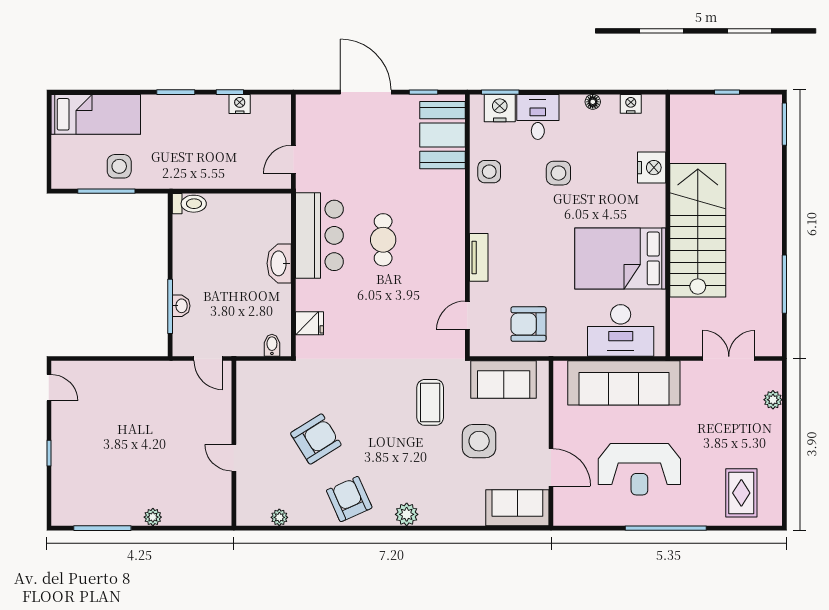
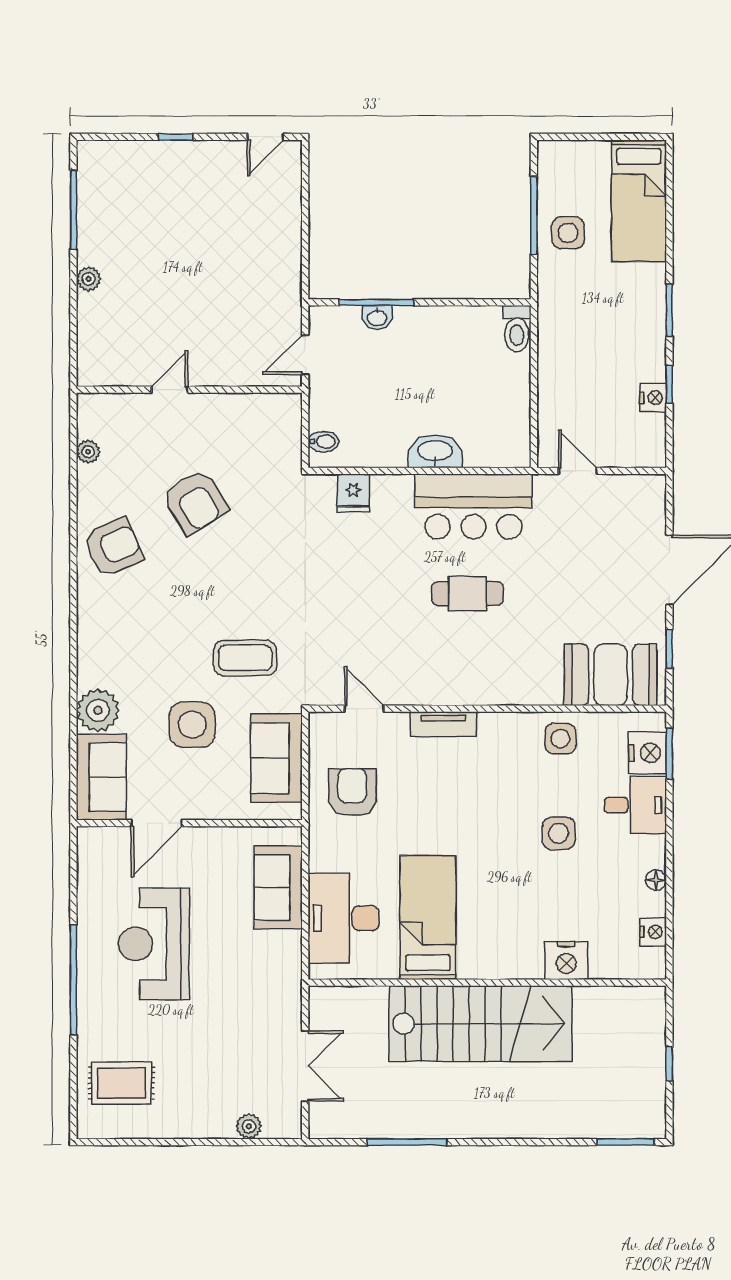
bed: (620, 258) -> (428, 918), width x0.67
sofa: (624, 383) -> (278, 887), width x0.54, depth x0.79
plant: (407, 514) -> (98, 710), moved, width x1.36, depth x1.36

